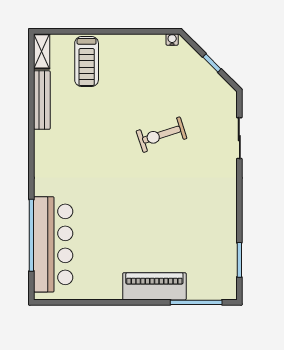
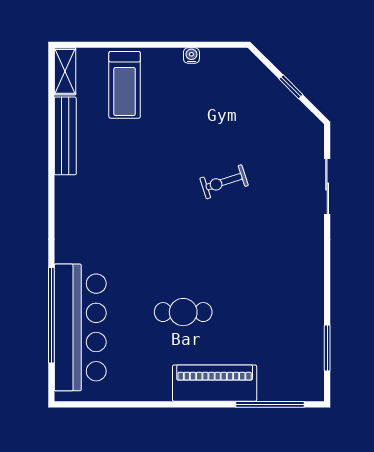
water cooler: (172, 39) -> (191, 56), moved
exercise bike: (162, 135) -> (224, 182), width x0.73, depth x0.72
cafe table: (131, 233) -> (183, 312), added

